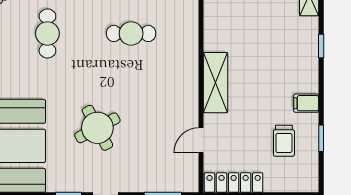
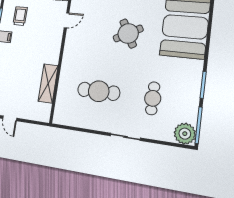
cafe table: (131, 33) -> (99, 91), width x1.37, depth x1.35
shelving: (216, 83) -> (48, 83), moved

